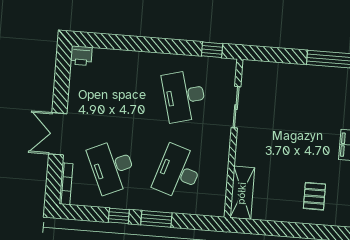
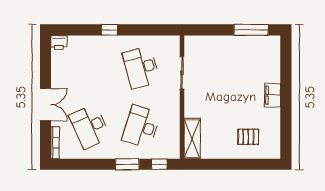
window: (212, 50) -> (109, 30), moved
double door: (58, 134) -> (46, 105), swing flipped
pallet: (314, 196) -> (248, 137), turned 90
window: (119, 216) -> (159, 164), moved

